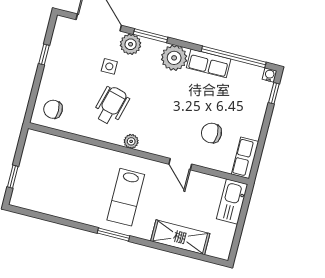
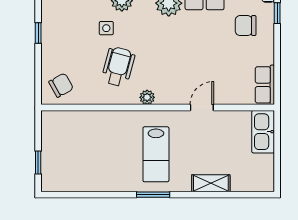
chair: (53, 109) -> (61, 85), turned 151
chair: (211, 133) -> (246, 26), moved
door: (180, 164) -> (202, 108), swing flipped
shelving: (180, 237) -> (211, 183), width x0.67, depth x0.75

